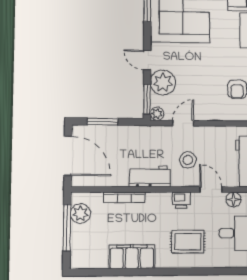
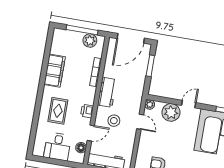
window: (147, 99) -> (161, 99), removed

